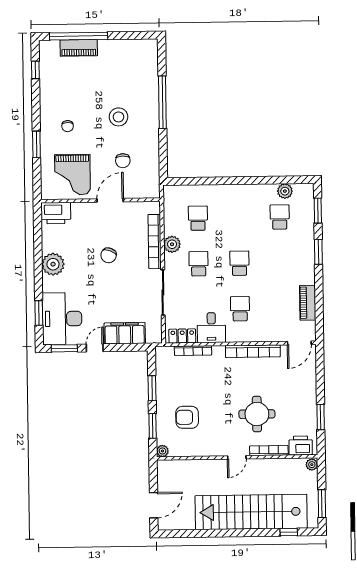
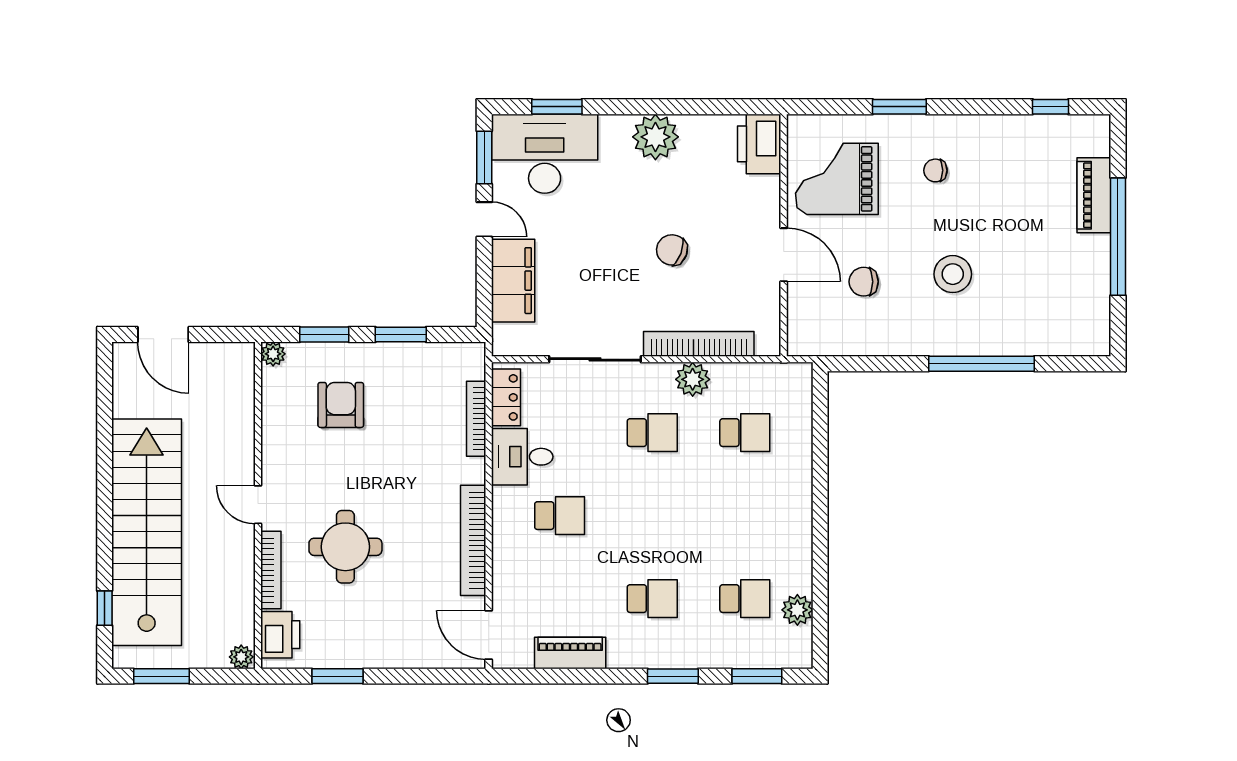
window: (79, 36) -> (1118, 237), moved
school desk: (239, 263) -> (652, 599), moved

